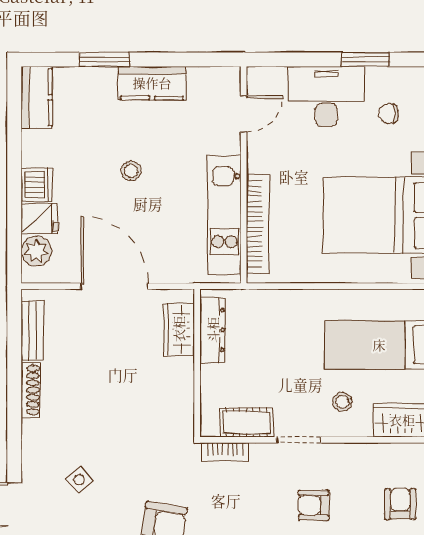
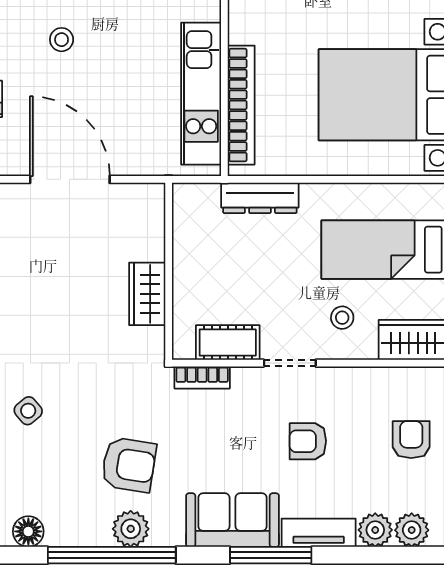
stool: (131, 171) -> (62, 40), moved
wardrobe: (179, 329) -> (147, 294), moved
dresser: (213, 330) -> (260, 198), moved, turned 90

